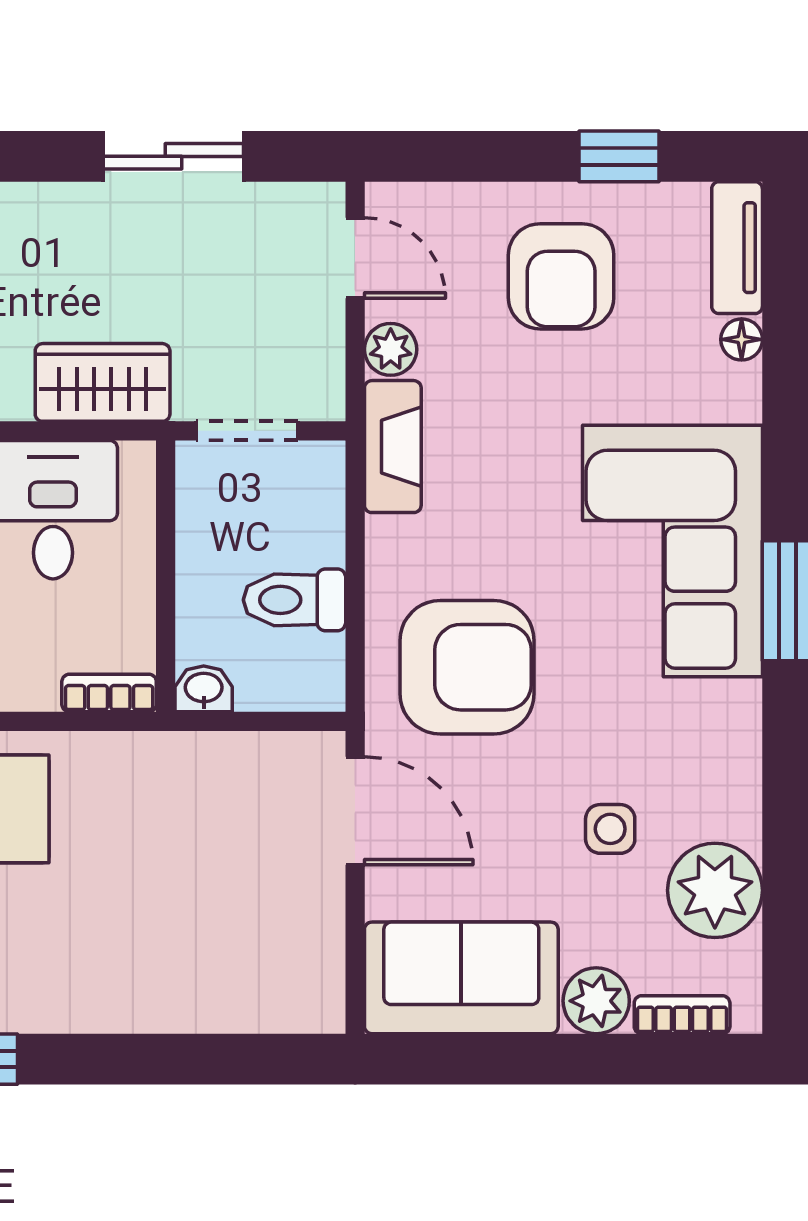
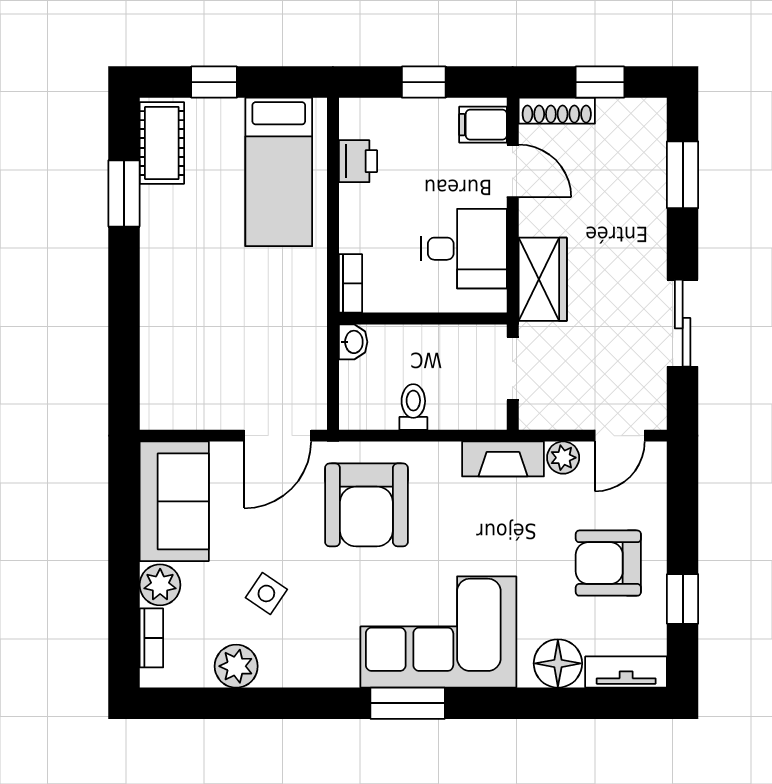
floor lamp: (742, 339) -> (558, 663), width x1.89, depth x1.89
toilet: (295, 600) -> (413, 407), width x0.73, depth x0.72
side table: (610, 829) -> (266, 593), turned 34
plant: (715, 890) -> (236, 666), width x0.73, depth x0.73

